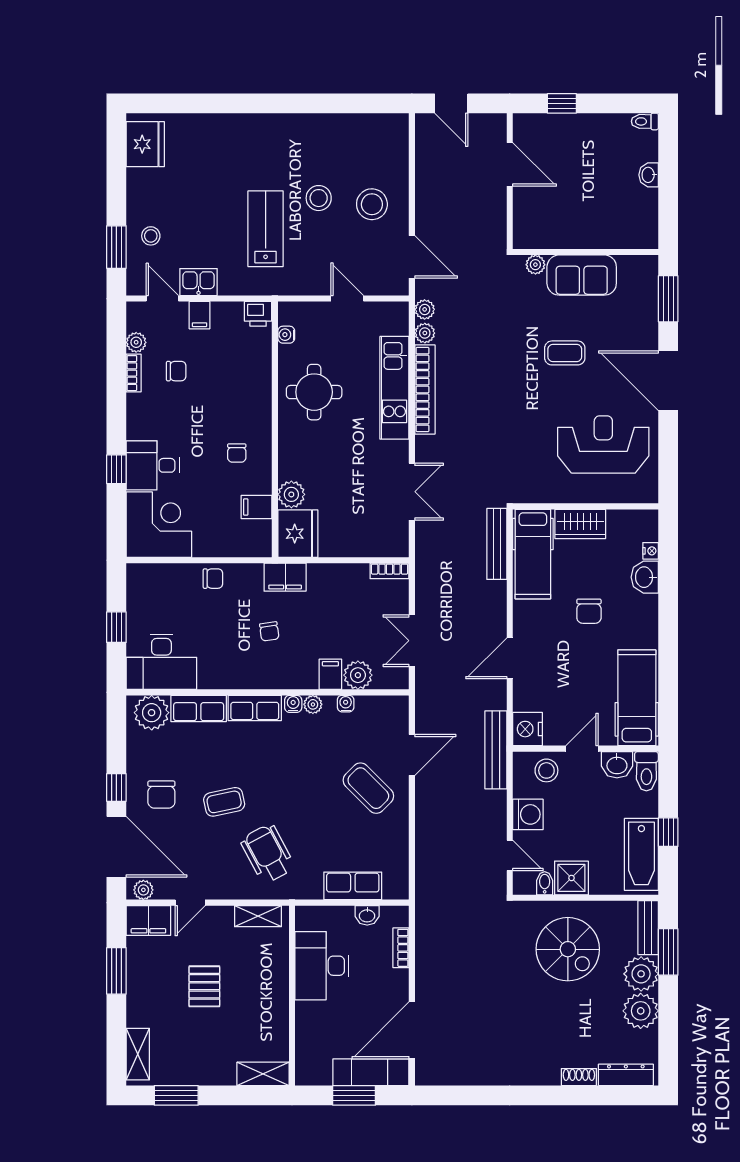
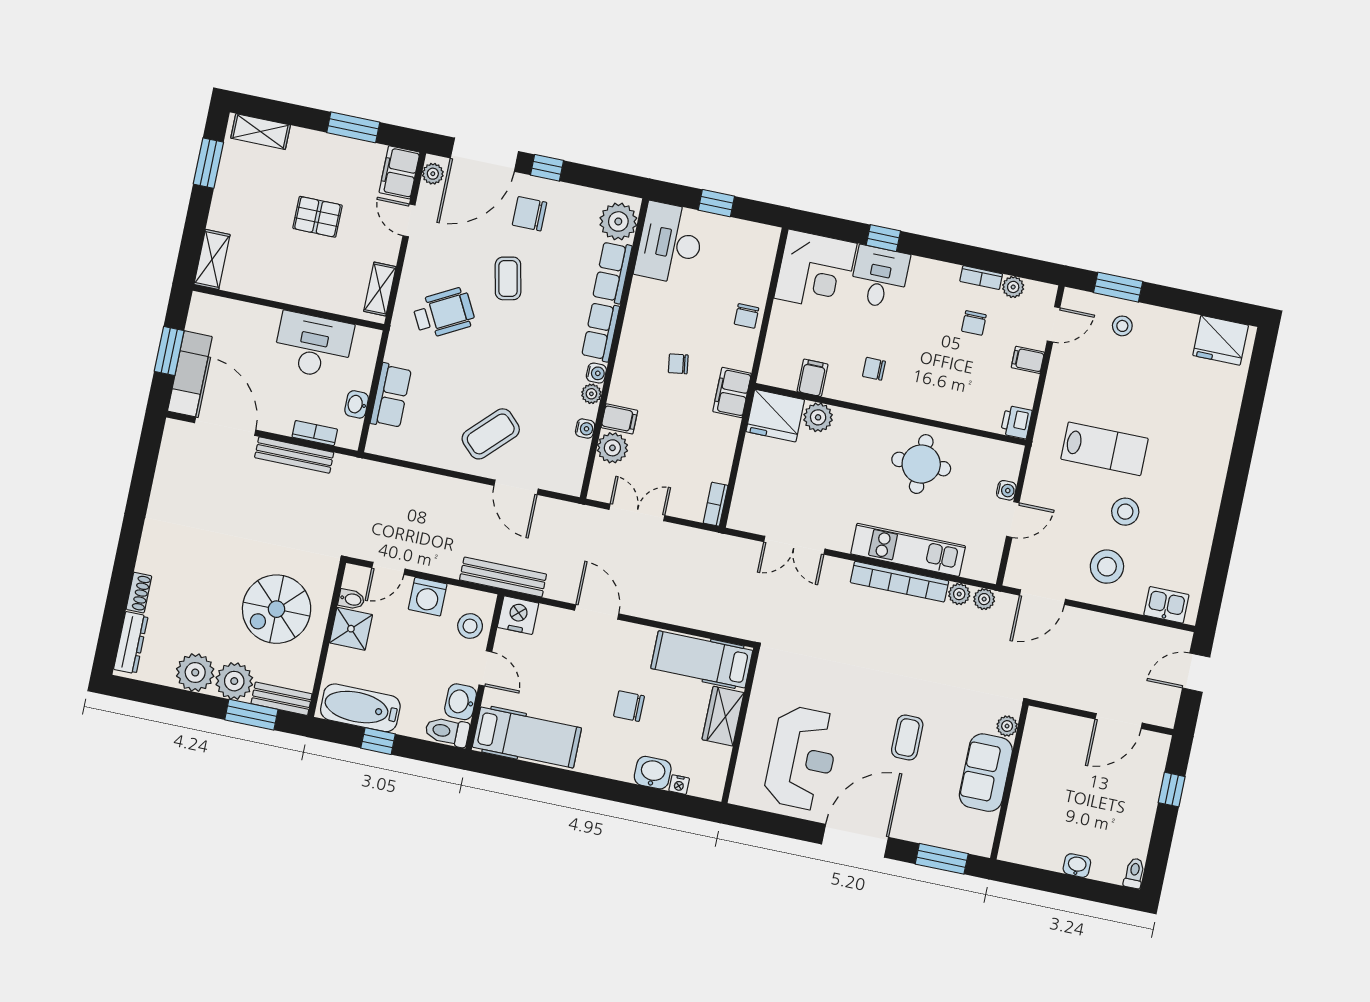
kitchen sink: (199, 282) -> (1166, 605), moved, turned -90
water cooler: (286, 335) -> (1006, 490), moved, turned 90
bench: (497, 544) -> (294, 455), moved

